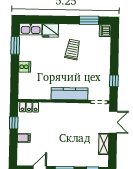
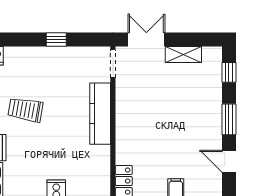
window: (114, 81) -> (56, 40), moved

